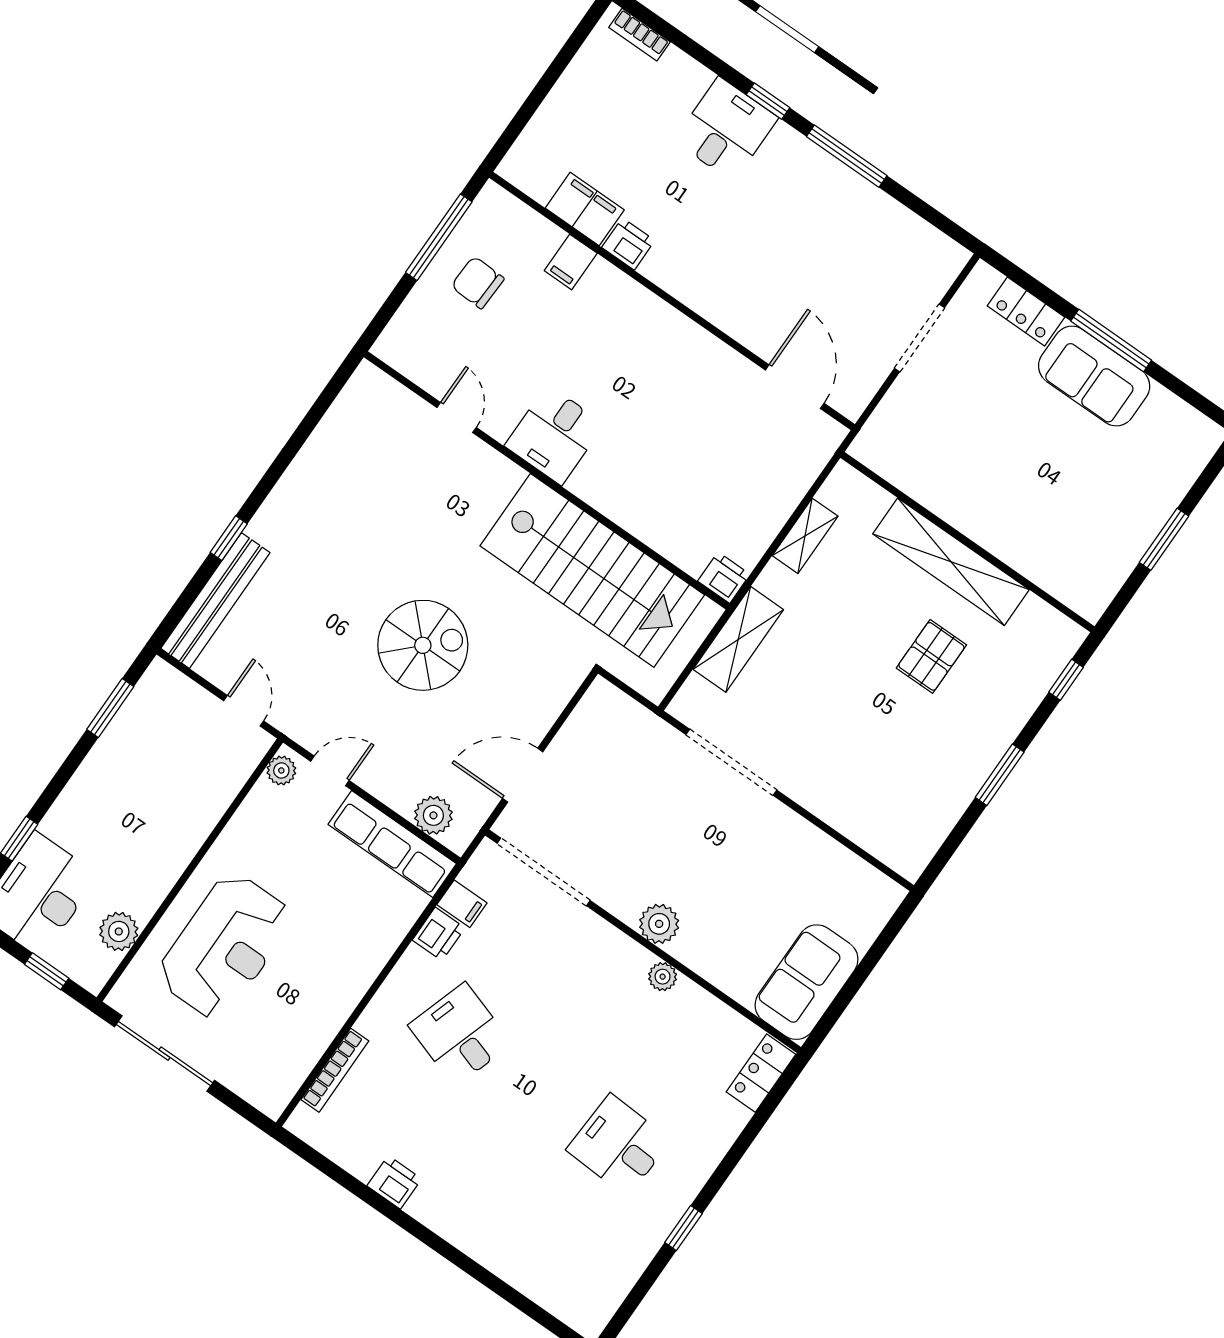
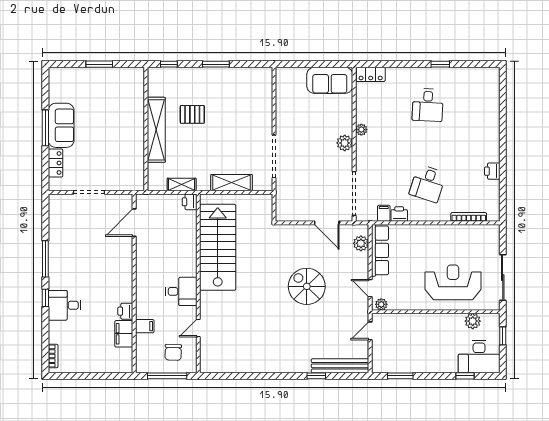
door: (457, 418) -> (198, 328), moved
desk: (554, 435) -> (181, 291), moved
wall: (547, 480) -> (198, 283), moved
stairs: (592, 570) -> (218, 247), moved
printer: (724, 578) -> (190, 202), moved

